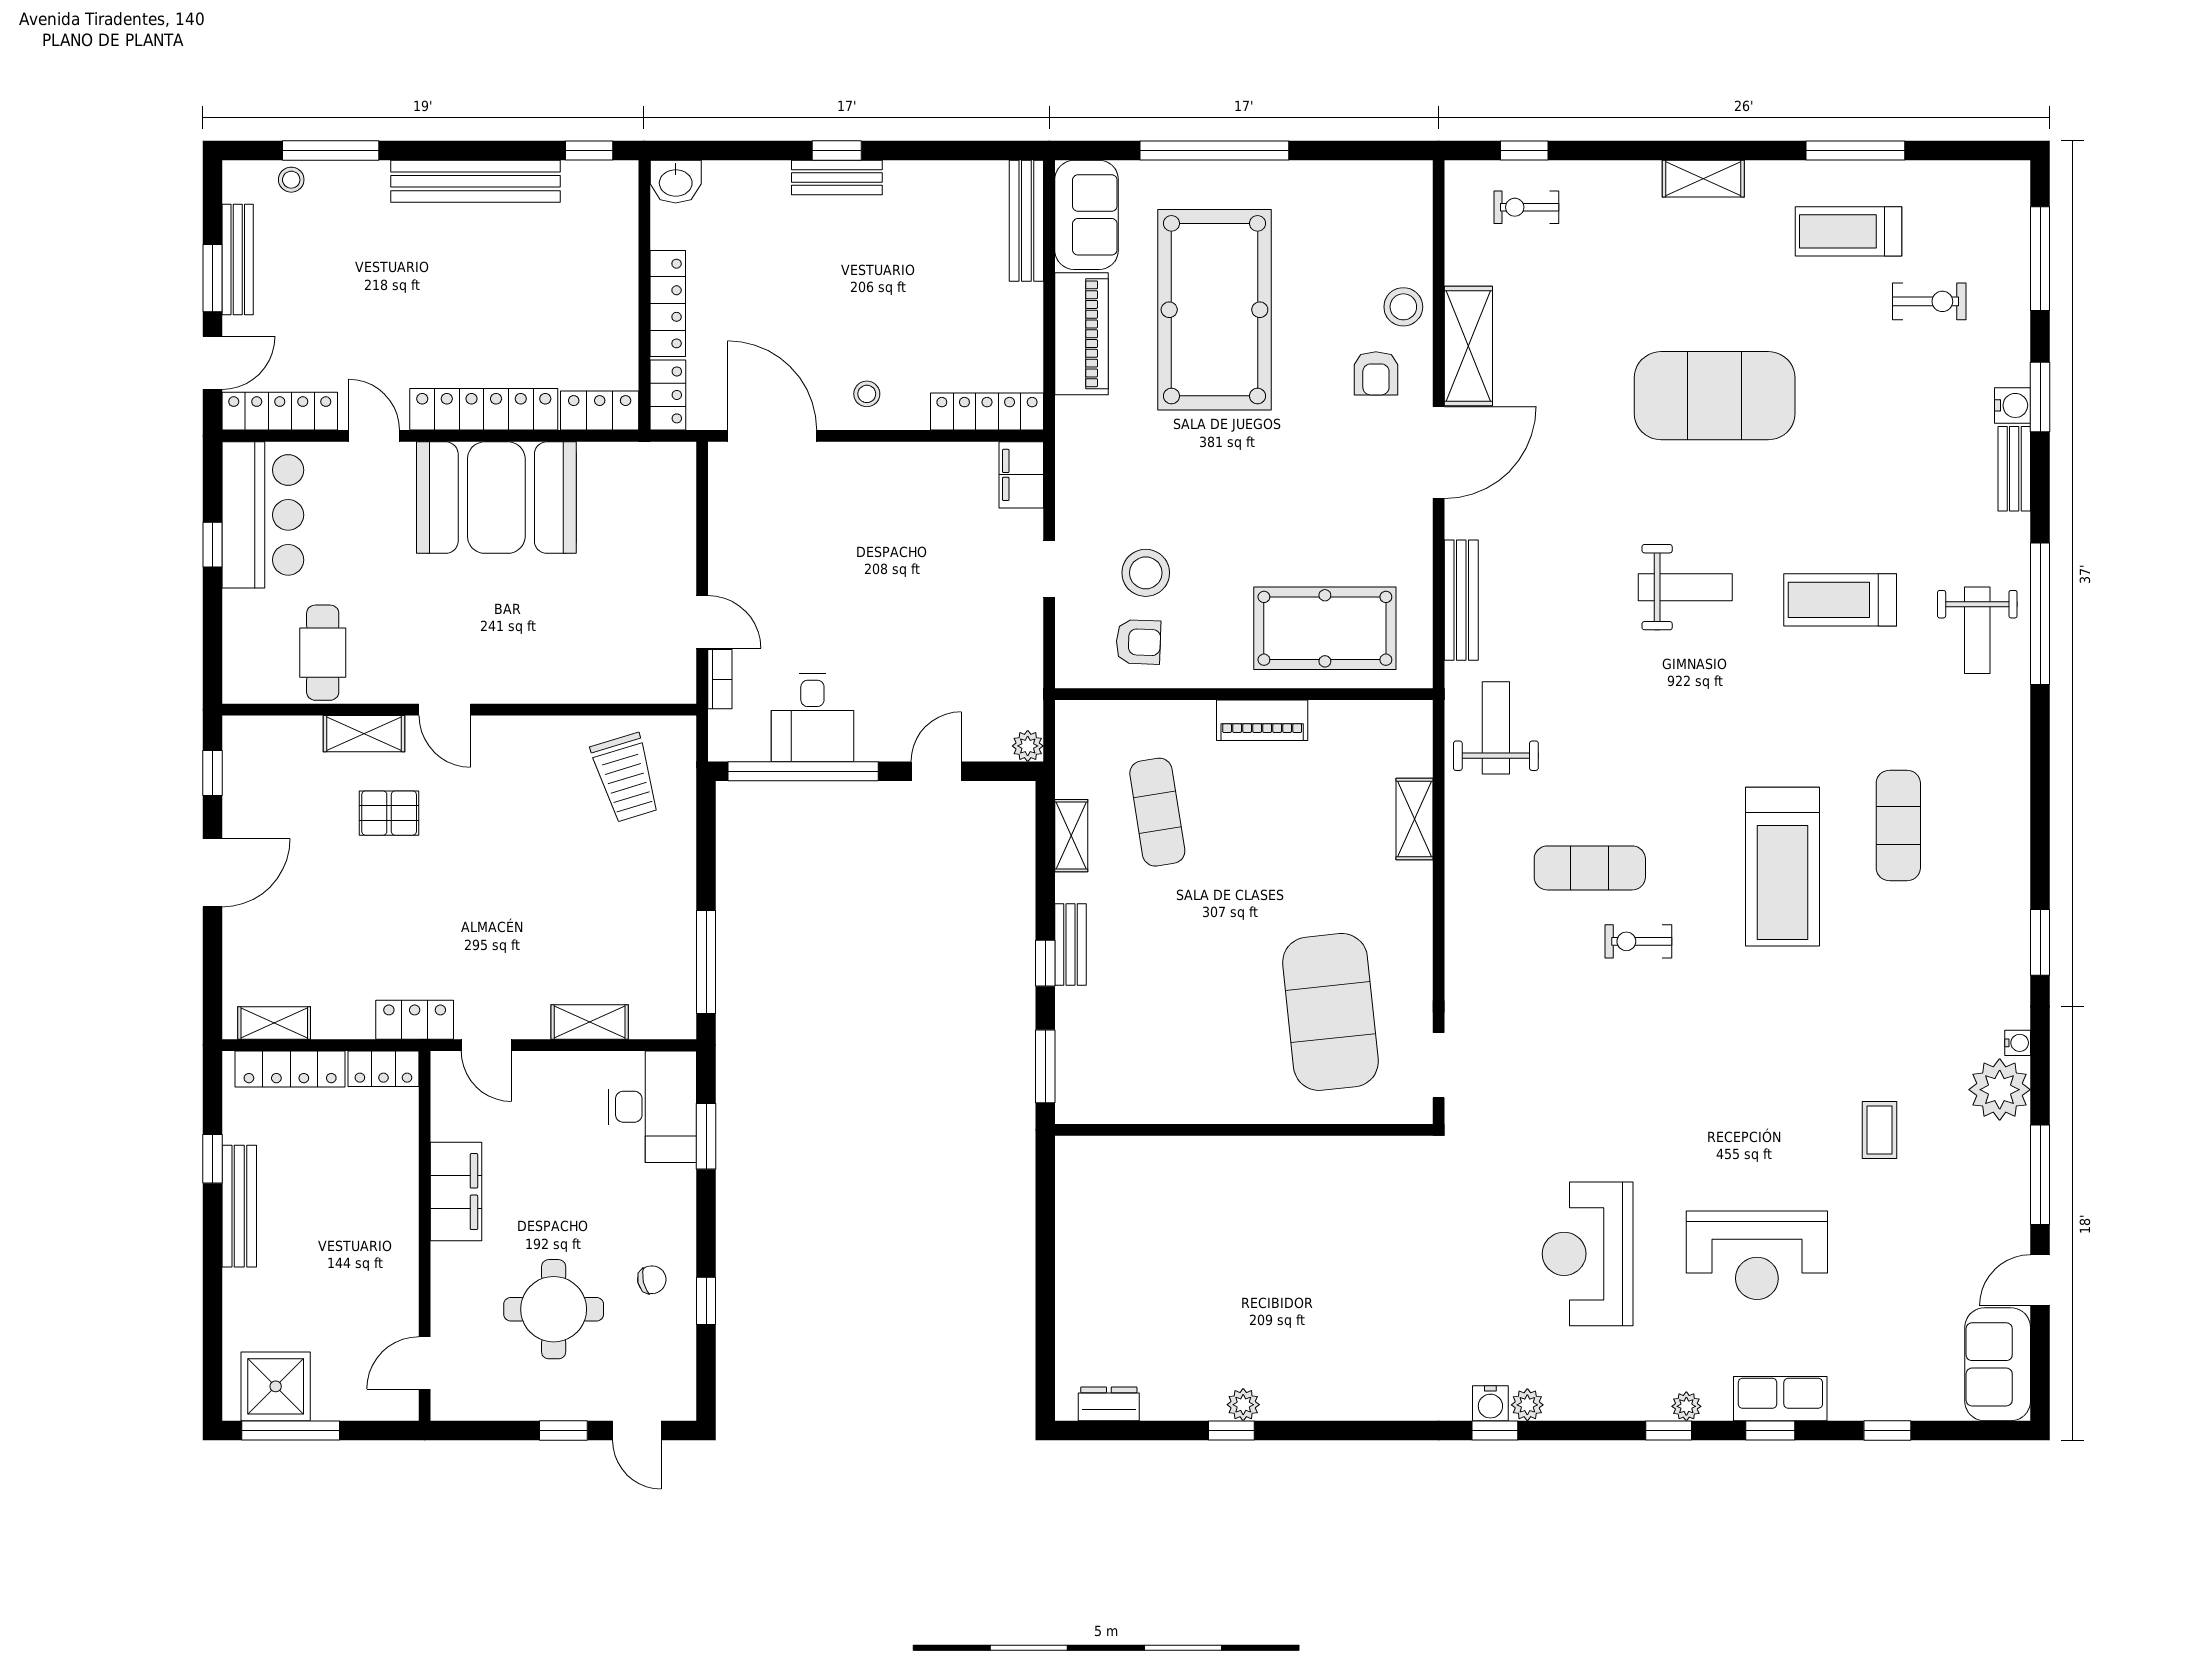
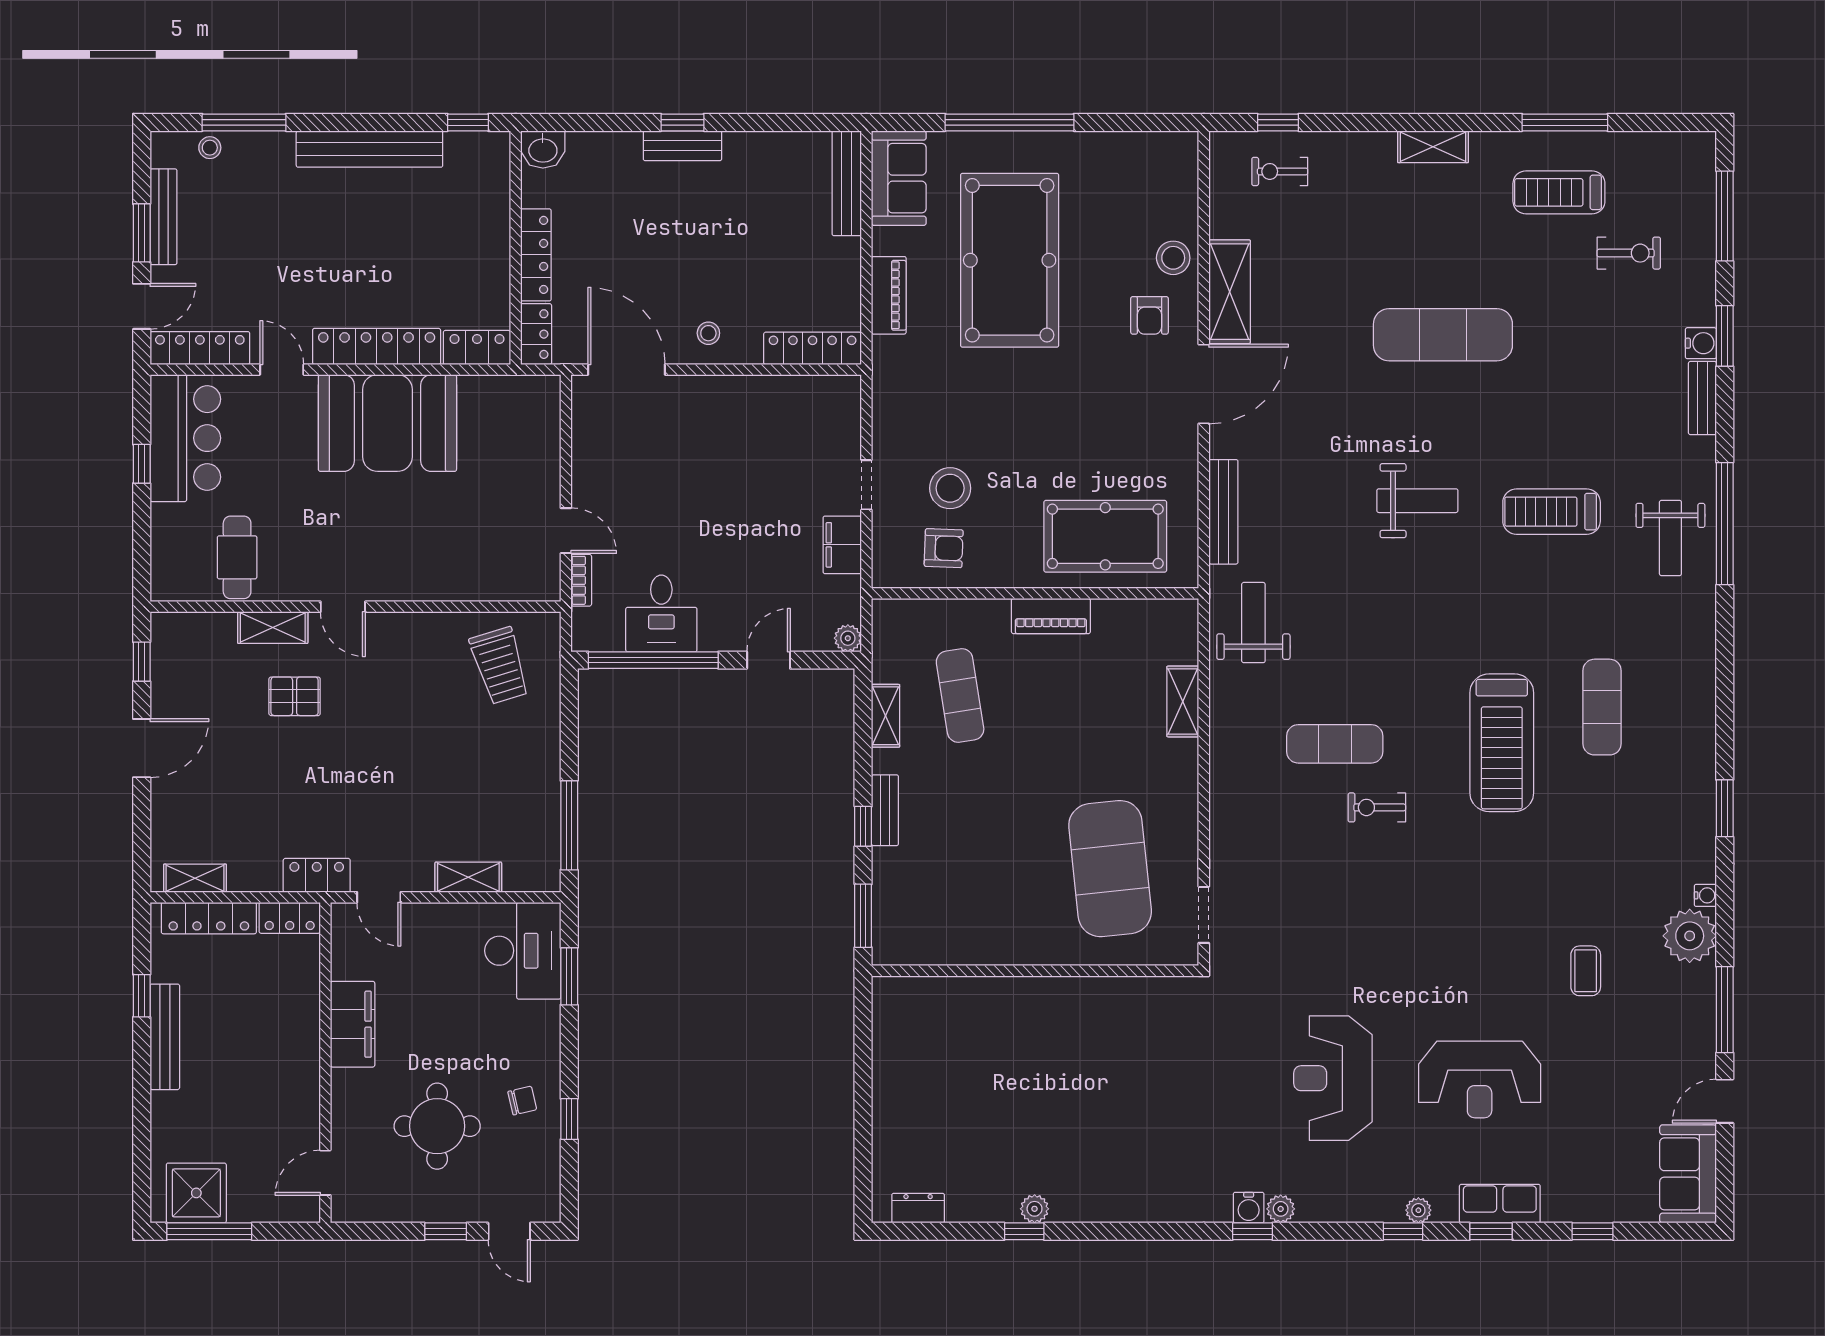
piano: (1082, 334) -> (889, 295), width x0.73, depth x0.75
exercise mat: (1715, 396) -> (1443, 335), width x0.68
filing cabinet: (1021, 475) -> (842, 545), moved

